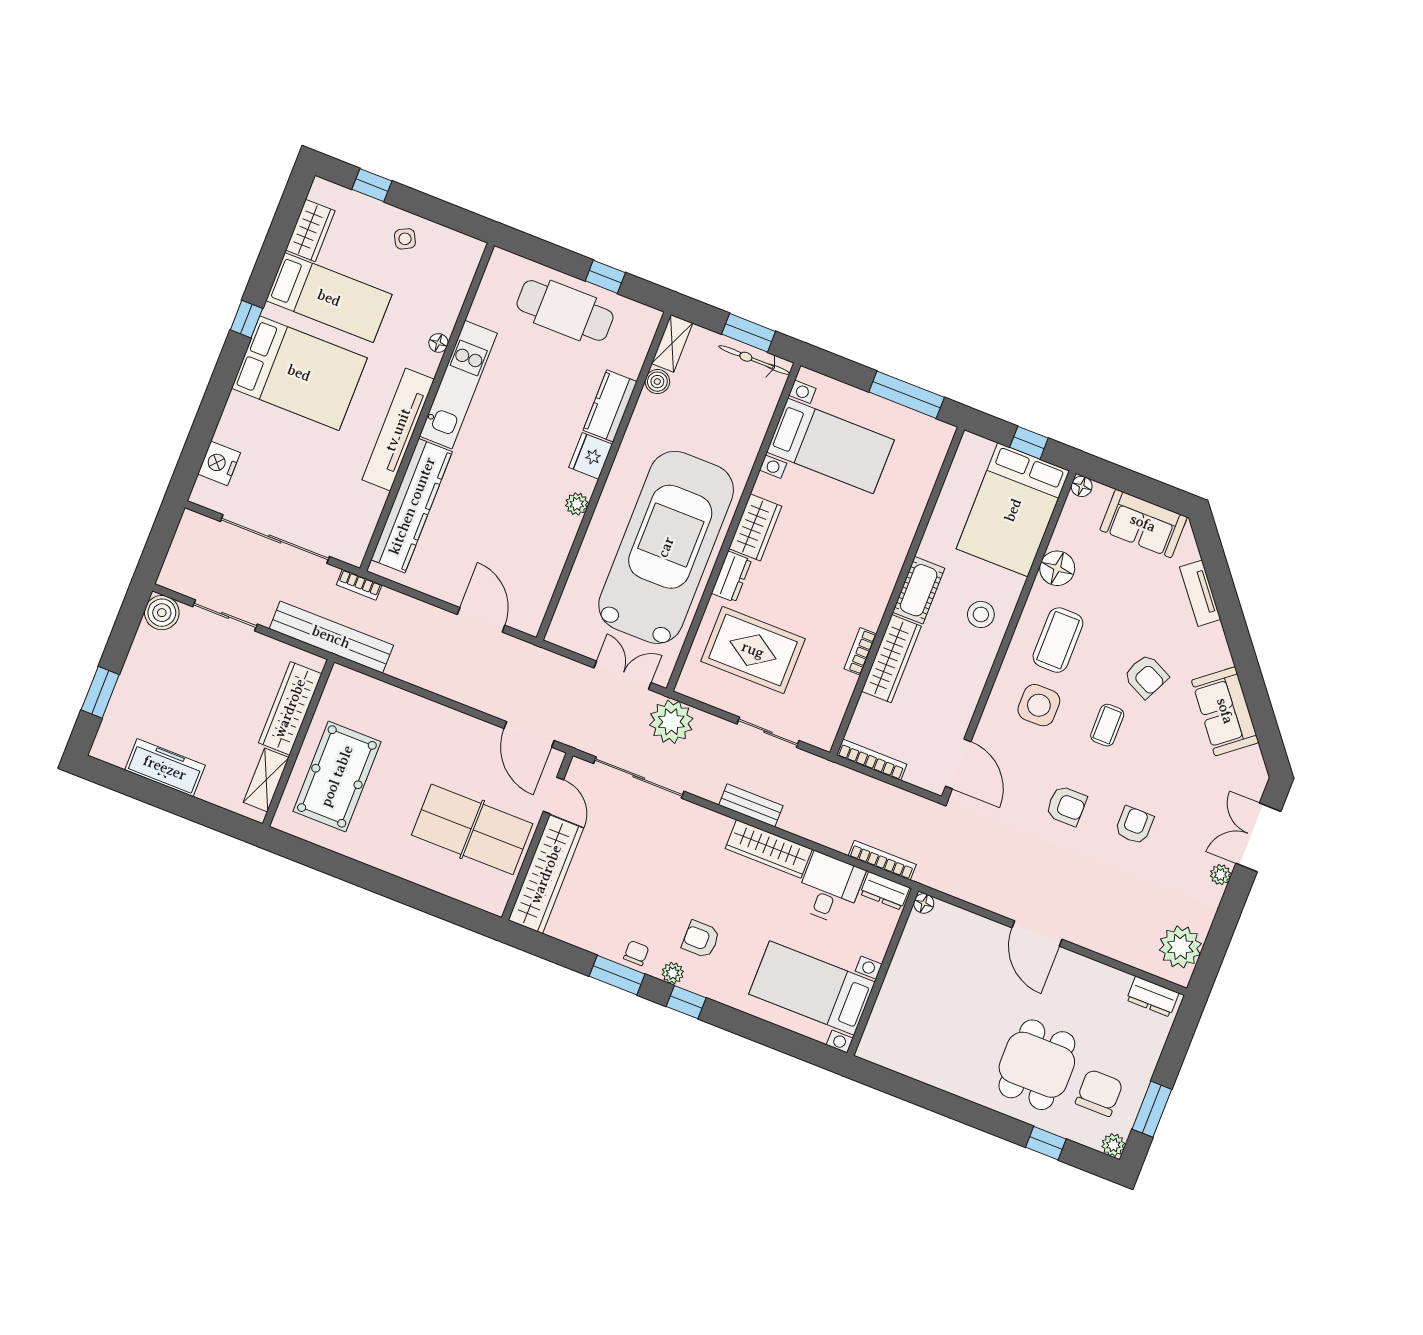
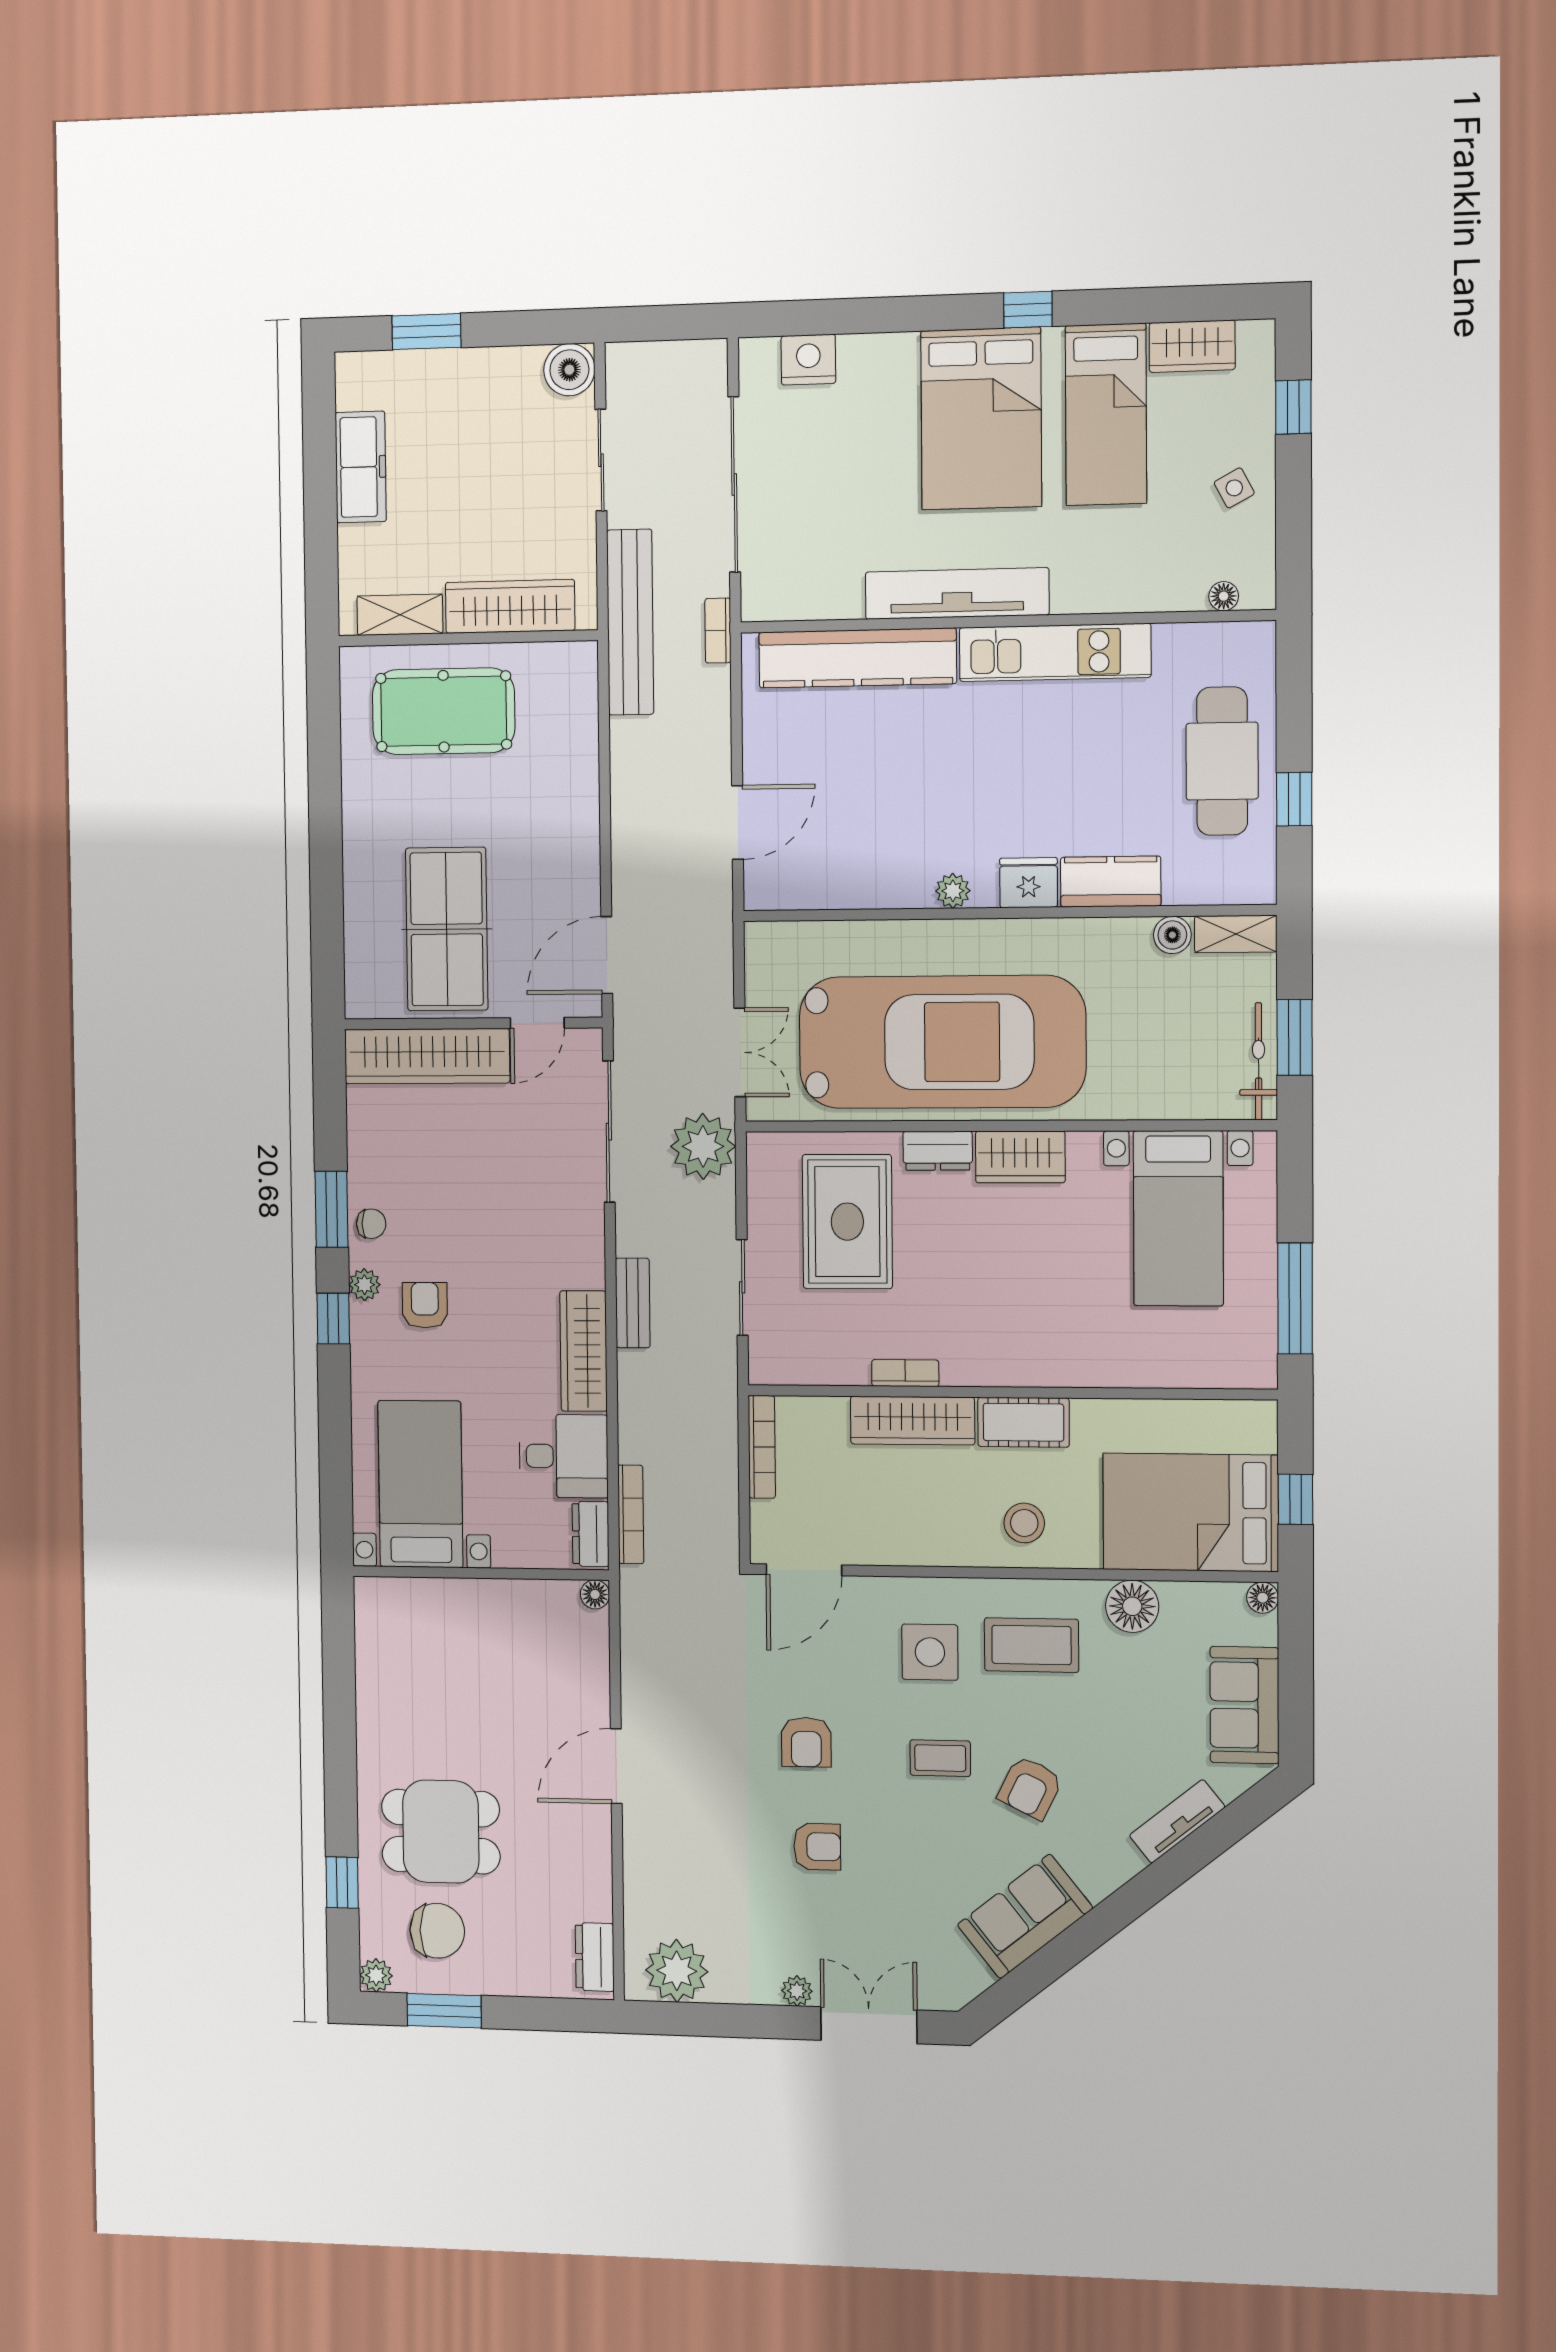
floor lamp: (438, 343) -> (1224, 596), moved

